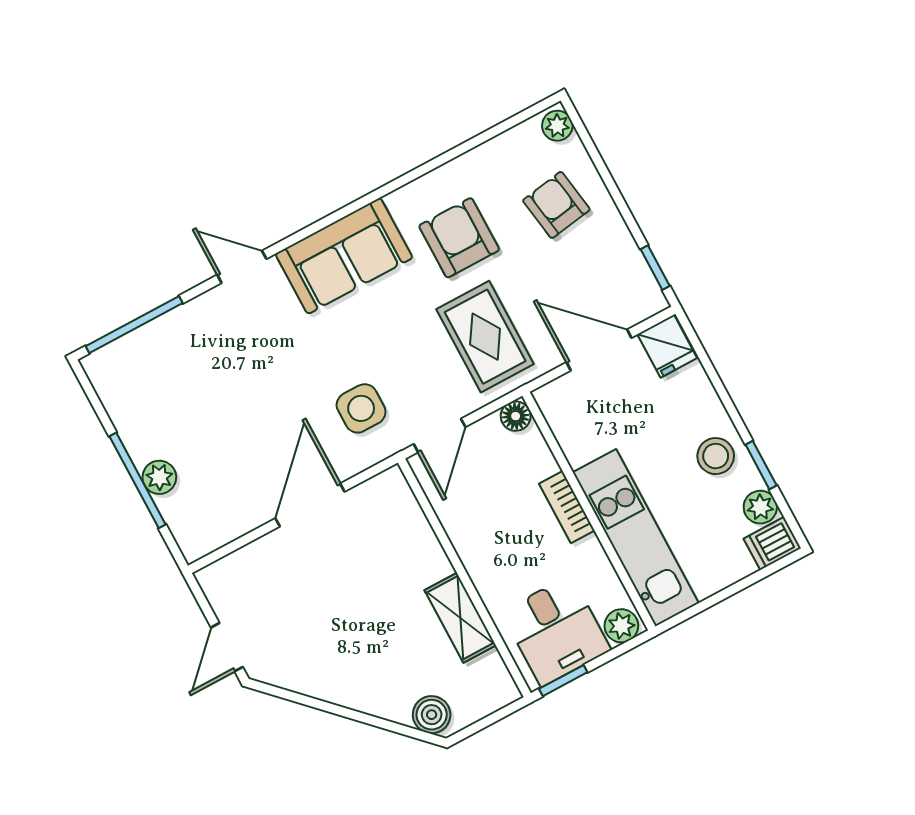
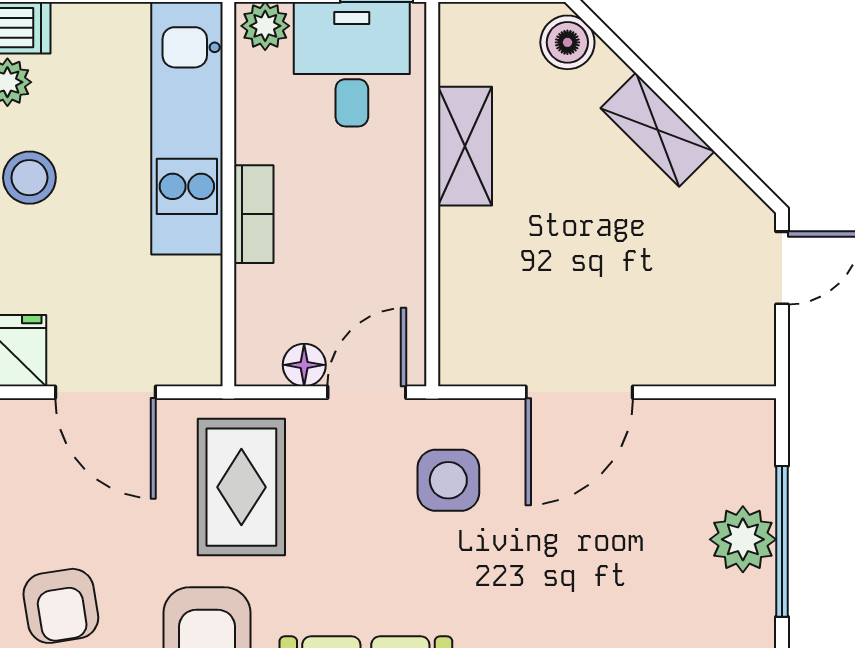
floor lamp: (516, 416) -> (304, 365), moved
plant: (159, 477) -> (743, 539), width x1.38, depth x1.38
shelving: (348, 691) -> (658, 130), added

